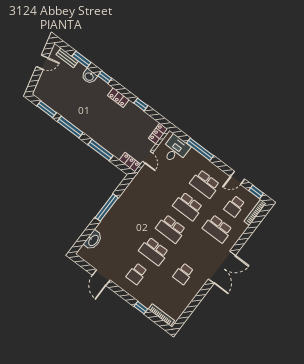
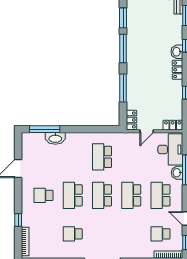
washbasin: (89, 76) -> (177, 52), moved
desk: (175, 150) -> (170, 149), width x1.37
washbasin: (197, 158) -> (177, 173), added
window: (107, 208) -> (45, 129), moved
school desk: (217, 229) -> (102, 157), moved
washbasin: (93, 240) -> (55, 138), moved

